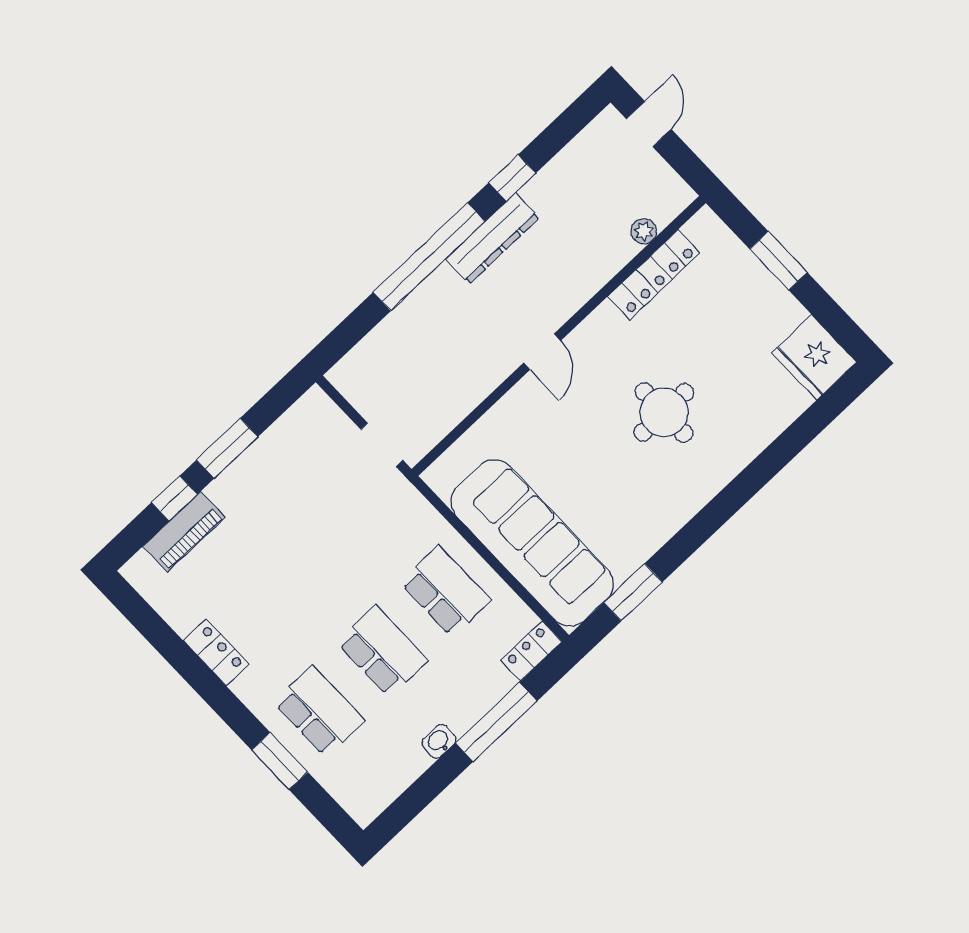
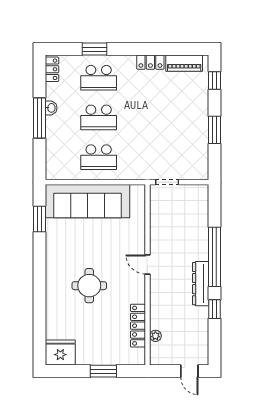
window: (174, 498) -> (214, 81), moved
piano: (184, 532) -> (184, 63), moved, turned -90
locker: (531, 651) -> (52, 69), moved
window: (496, 722) -> (39, 118), moved

